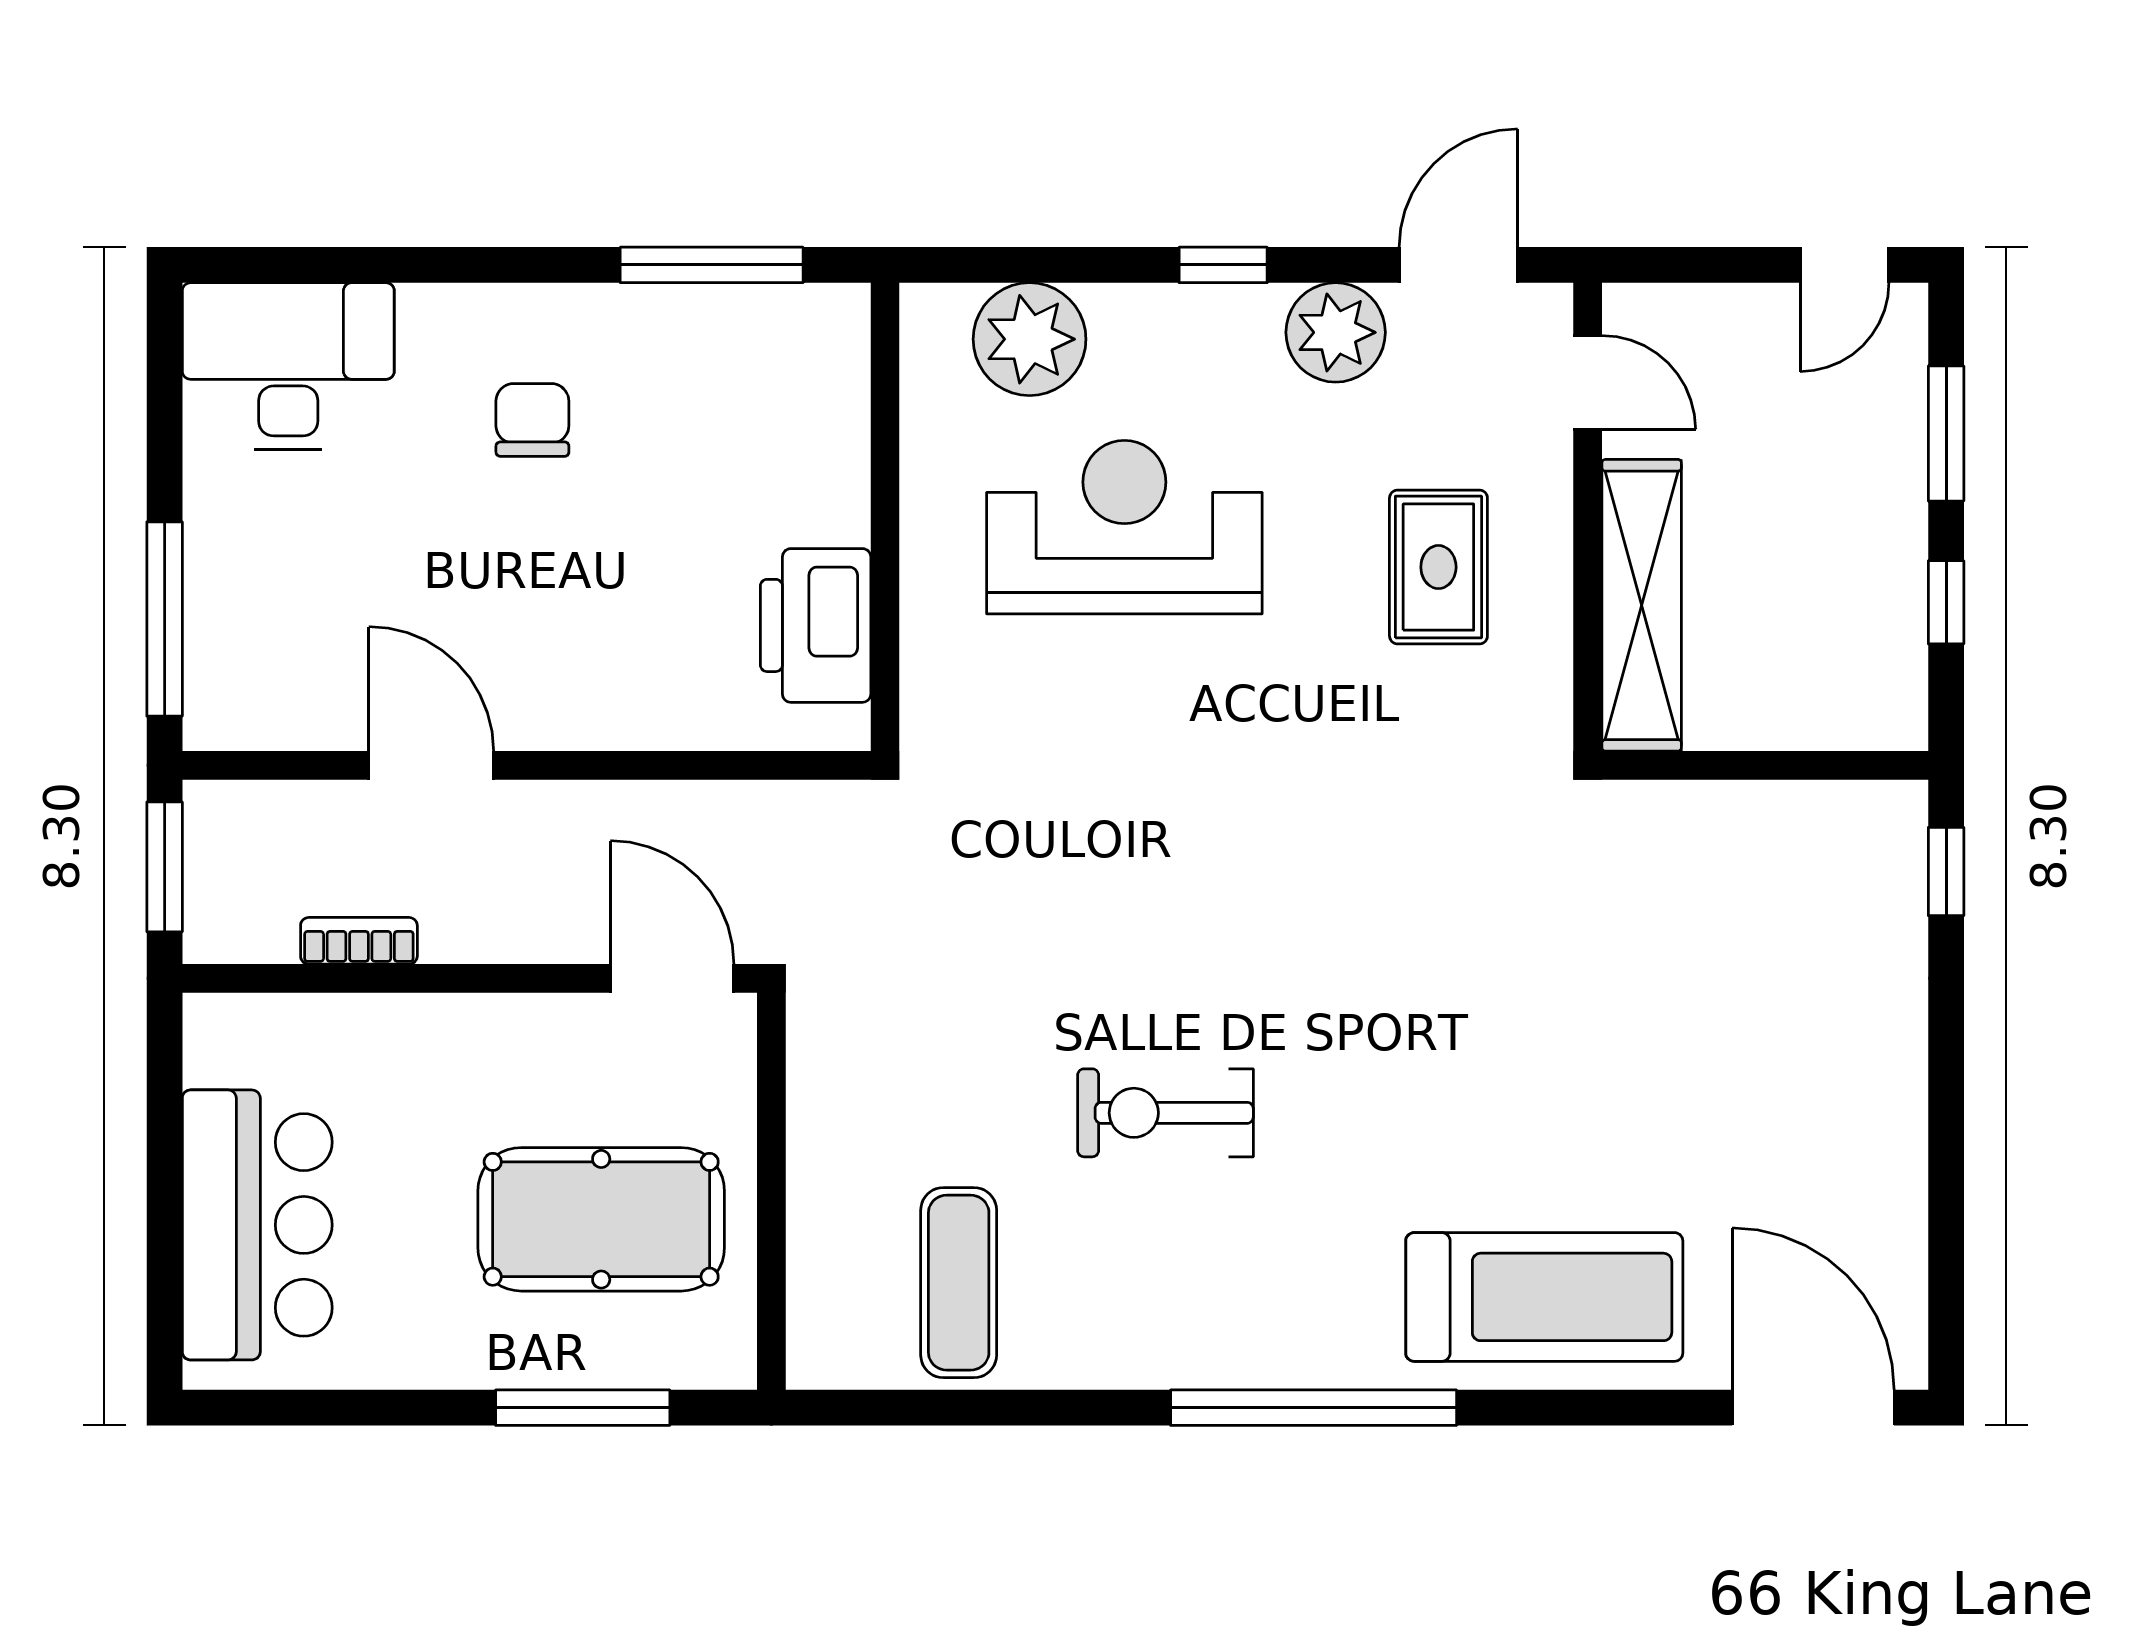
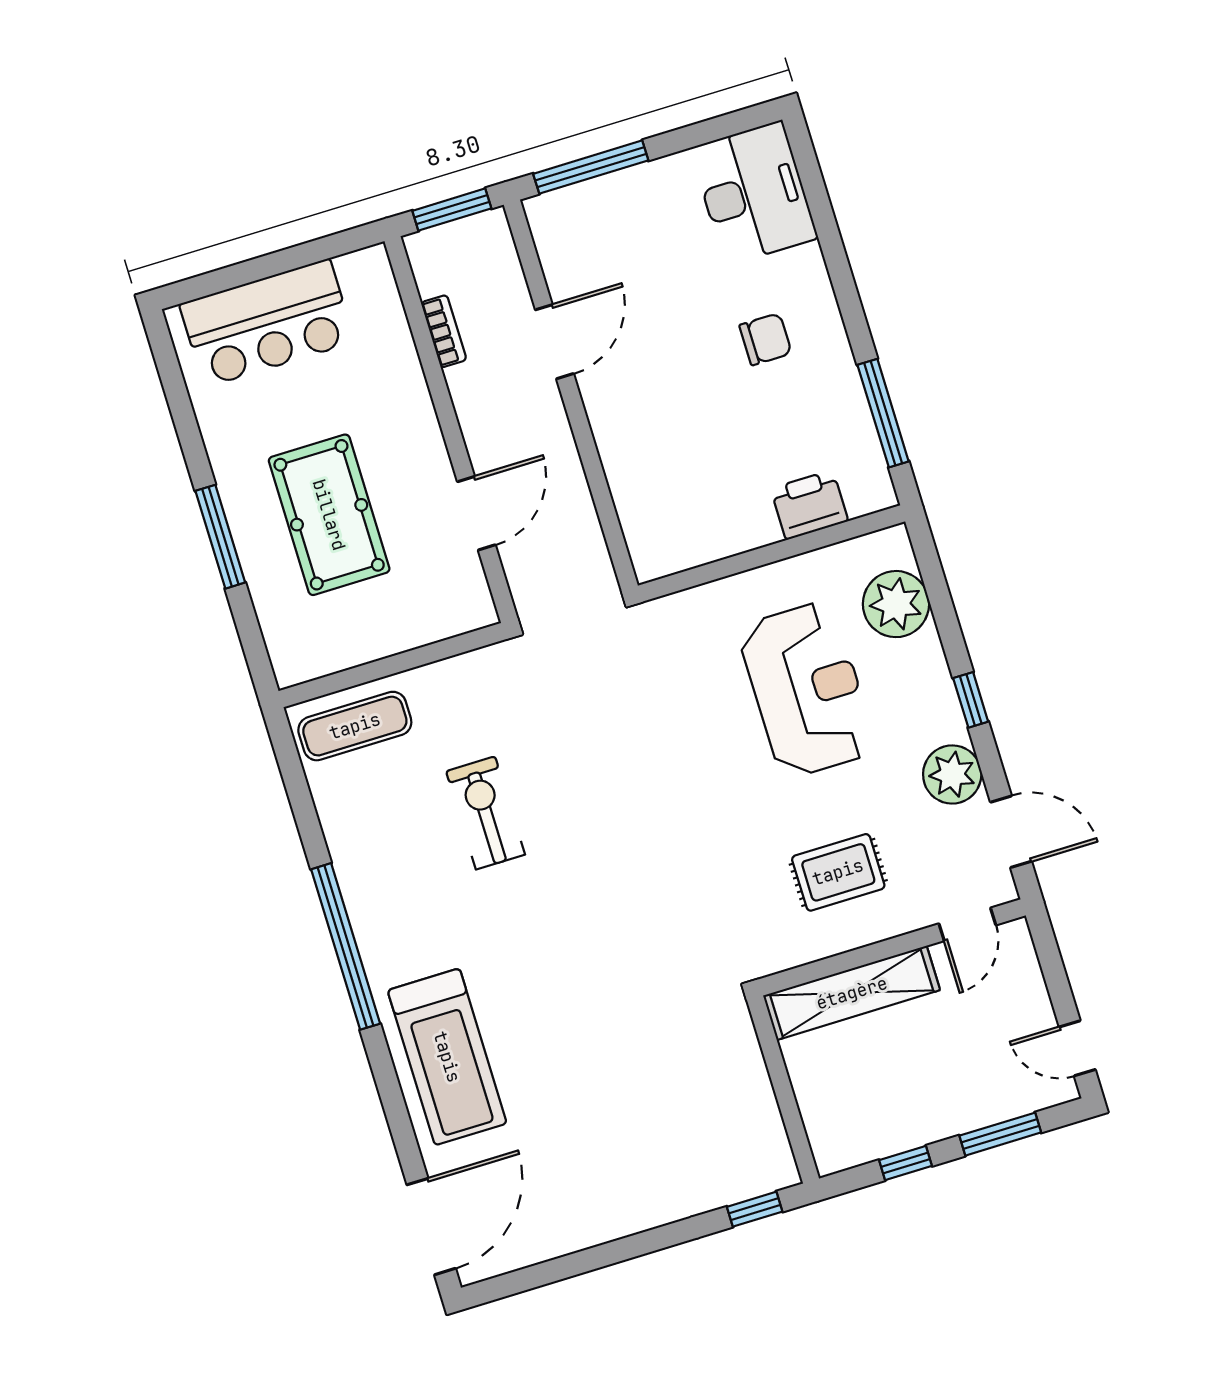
printer: (816, 625) -> (809, 505), moved, width x0.73, depth x0.84
wall: (771, 1191) -> (392, 665), moved

